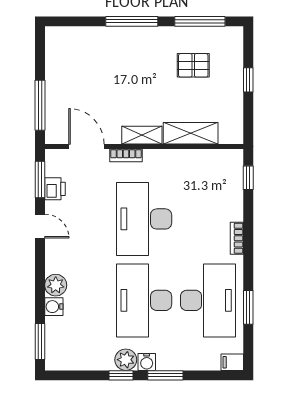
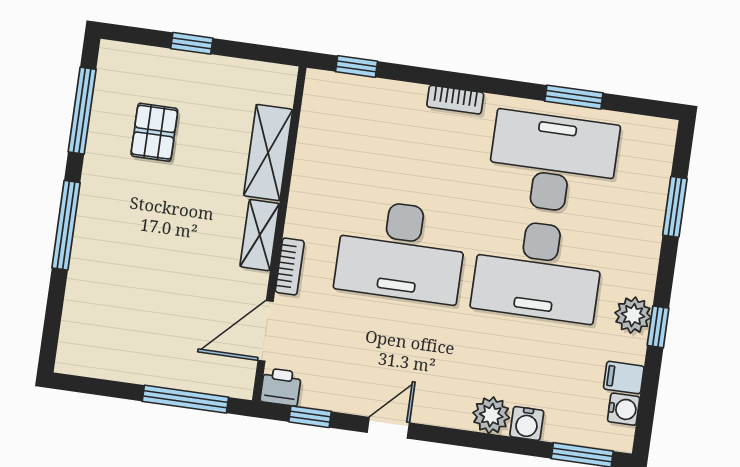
window: (40, 179) -> (310, 417), width x0.67
printer: (55, 189) -> (281, 387), moved
water cooler: (147, 362) -> (624, 409), moved
filing cabinet: (232, 362) -> (624, 378), moved, turned 90
window: (165, 375) -> (675, 207), moved

